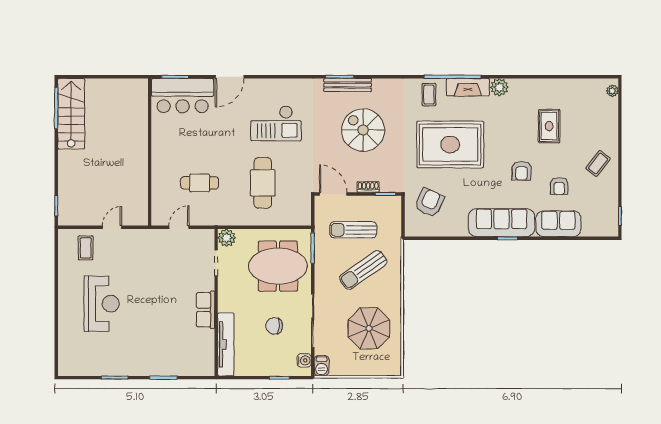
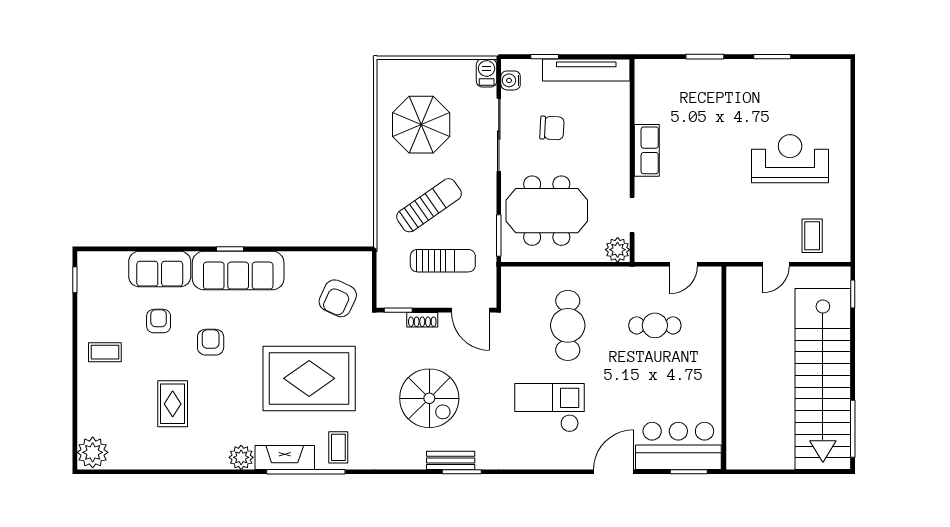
bench: (348, 85) -> (451, 460), width x0.73
plant: (612, 91) -> (93, 452), width x1.88, depth x1.88
stairs: (71, 114) -> (823, 379), width x1.86, depth x1.51
coffee table: (598, 163) -> (105, 352), turned 52
reception desk: (102, 304) -> (790, 159), turned 90
tv unit: (226, 344) -> (586, 70), moved, turned -90

